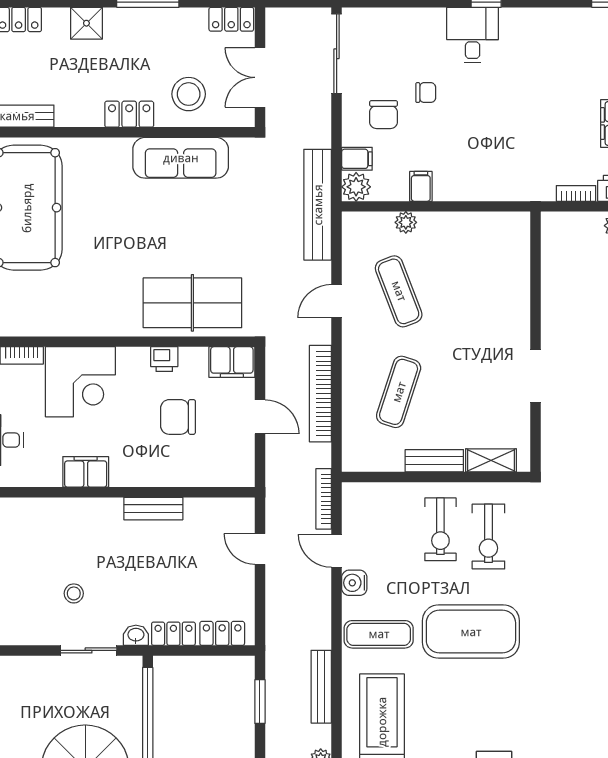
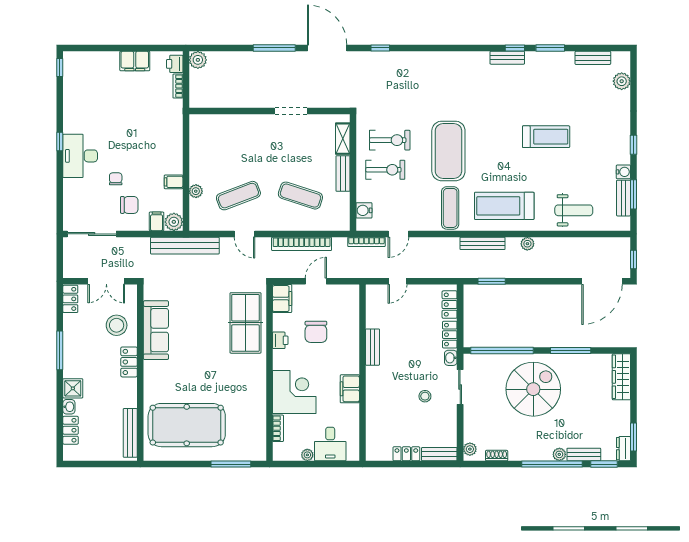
washbasin: (57, 17) -> (69, 407), added
desk: (473, 35) -> (80, 156), width x1.37
water cooler: (354, 583) -> (364, 210), moved, turned 90

